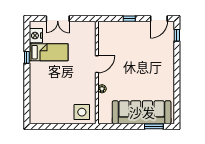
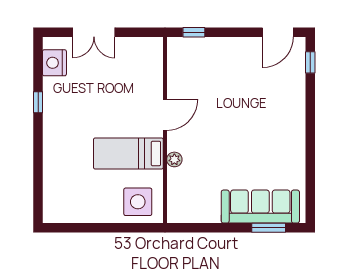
window: (129, 19) -> (194, 32), moved
bed: (49, 52) -> (128, 154), moved, turned 180
sofa: (142, 112) -> (260, 207), width x0.74, depth x0.79

